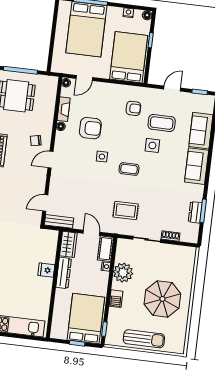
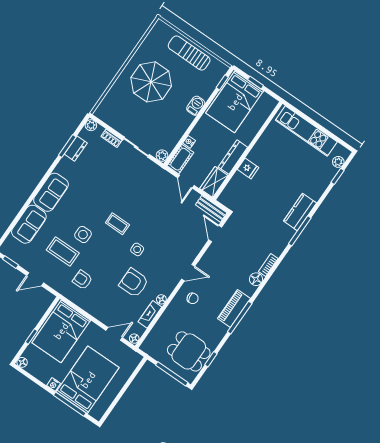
nightstand: (128, 13) -> (54, 384), moved
door: (45, 203) -> (215, 234), swing flipped
rug: (126, 211) -> (142, 186), removed
plant: (193, 238) -> (91, 125), added
plant: (123, 273) -> (162, 156), moved, width x0.53, depth x0.53

